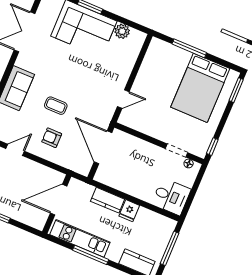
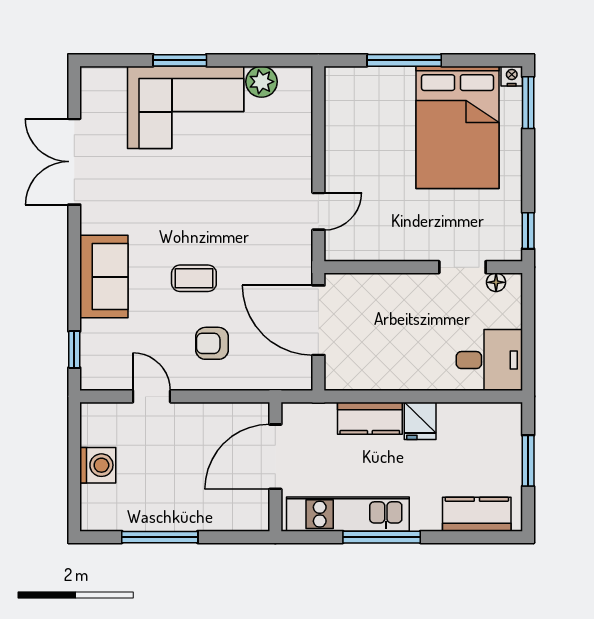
nightstand: (234, 75) -> (512, 76), added
door: (15, 150) -> (152, 396), hinge flipped
window: (170, 248) -> (528, 461), width x0.69

